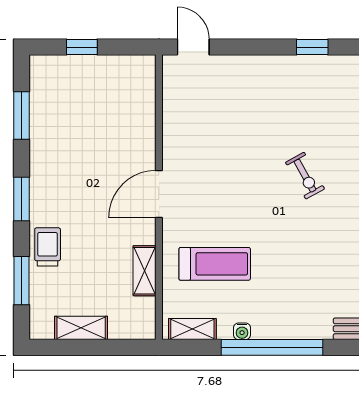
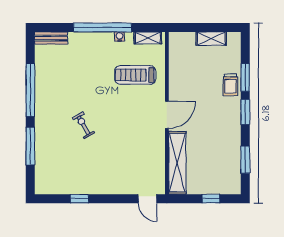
shelving: (145, 271) -> (177, 163), moved, width x2.20, depth x1.33
window: (21, 281) -> (245, 77), moved

